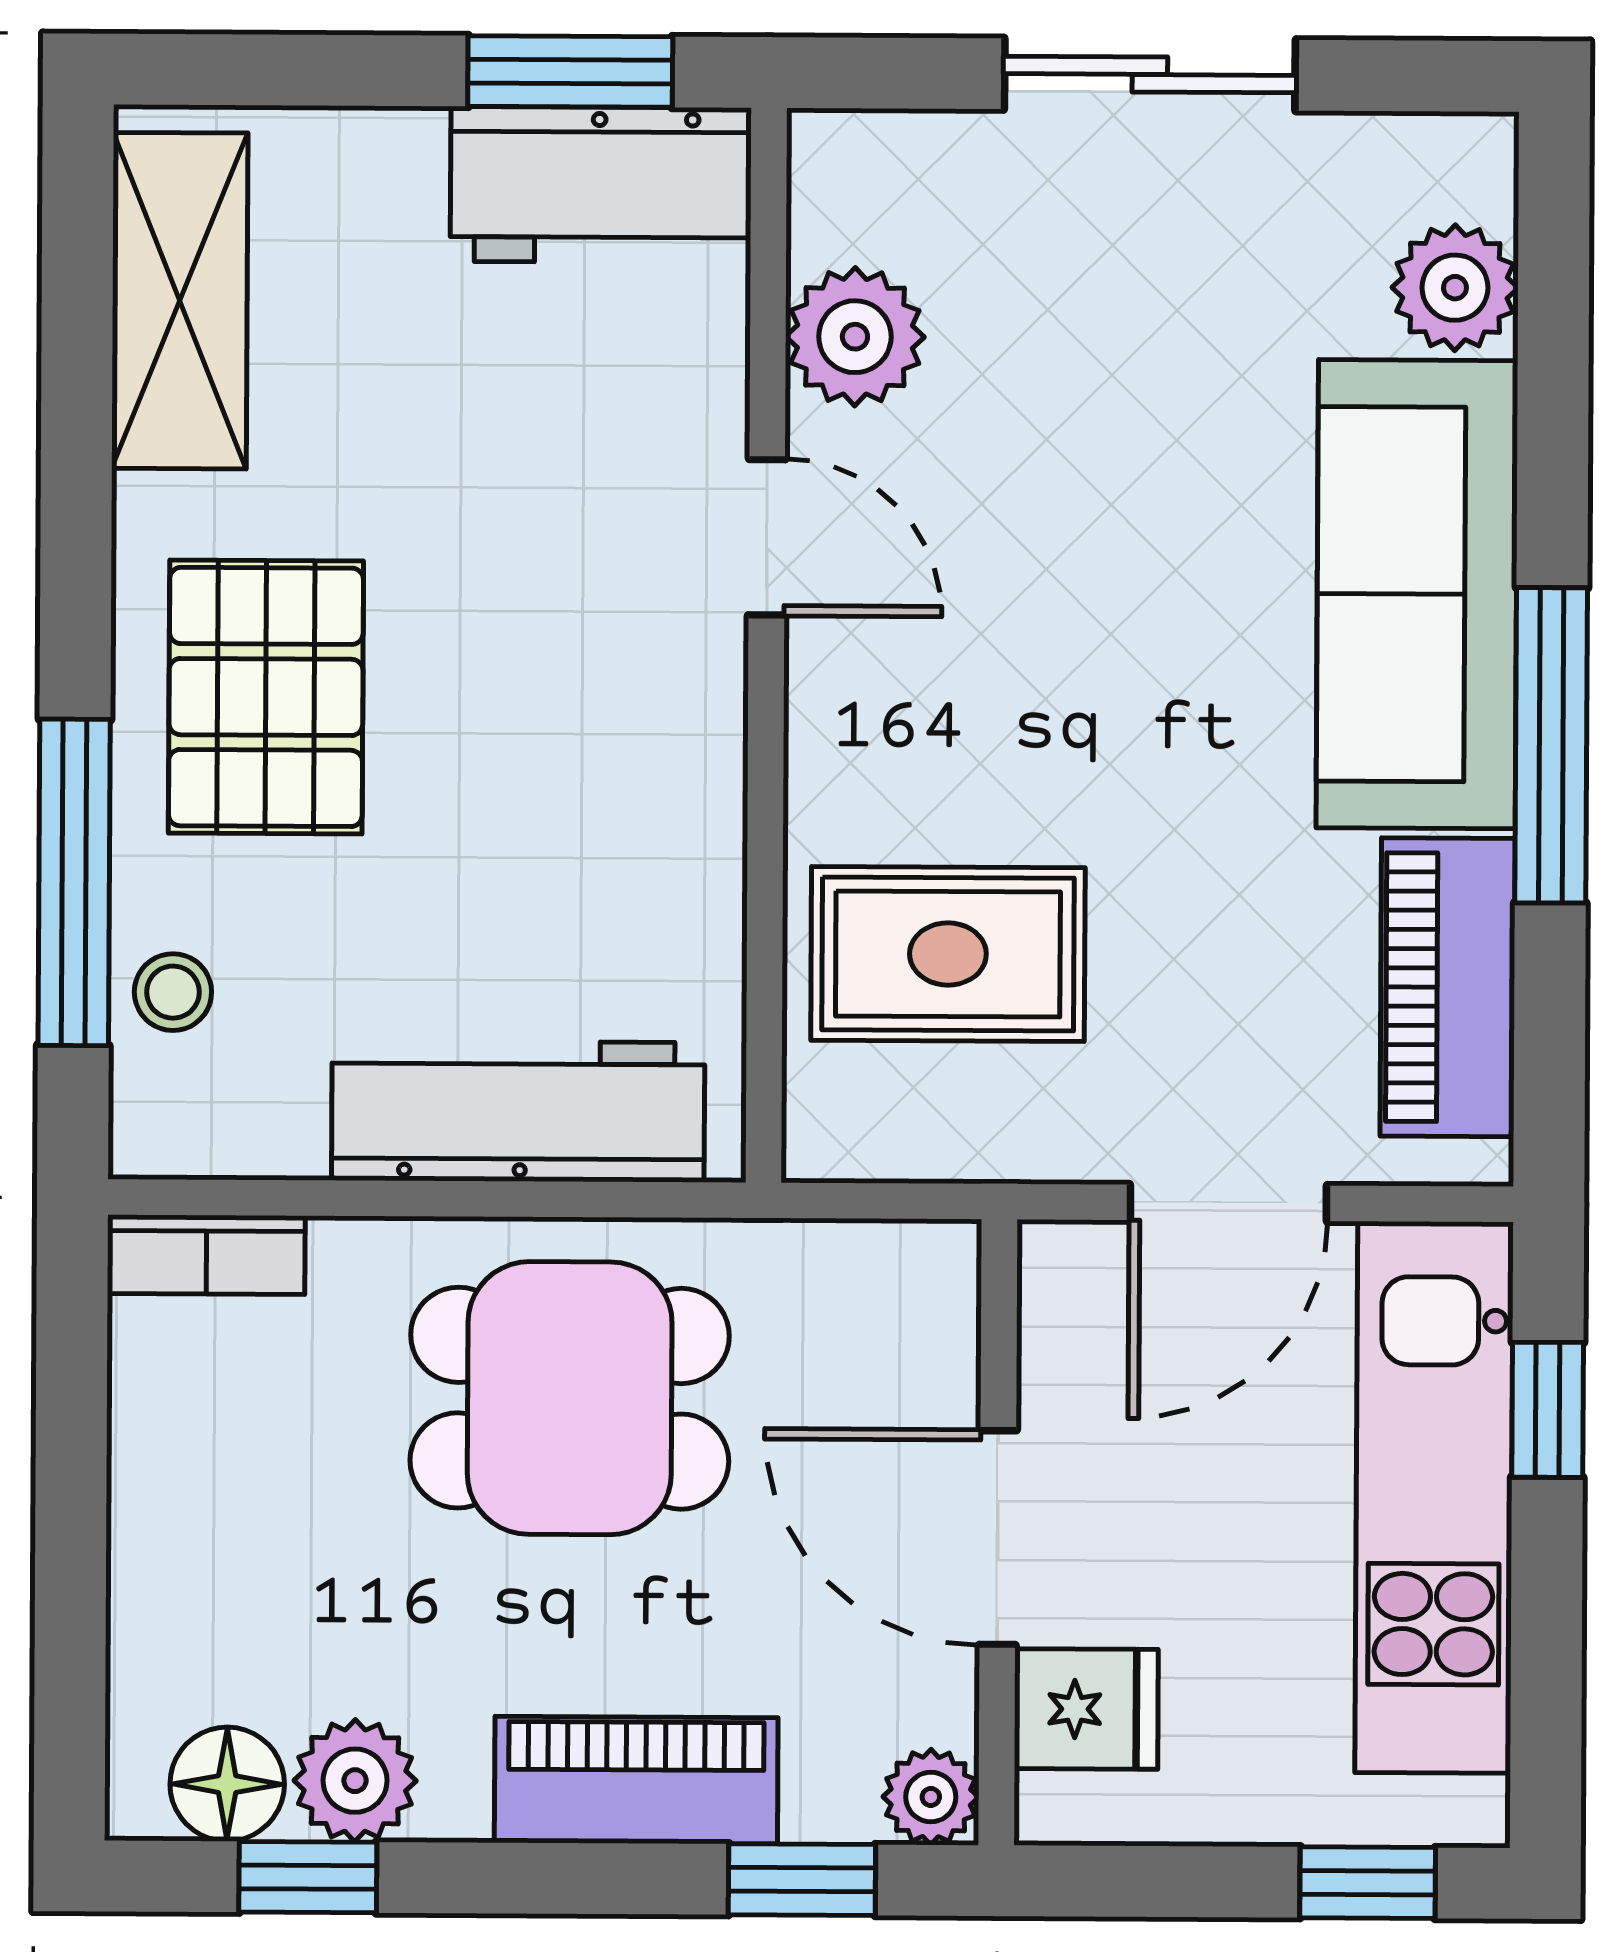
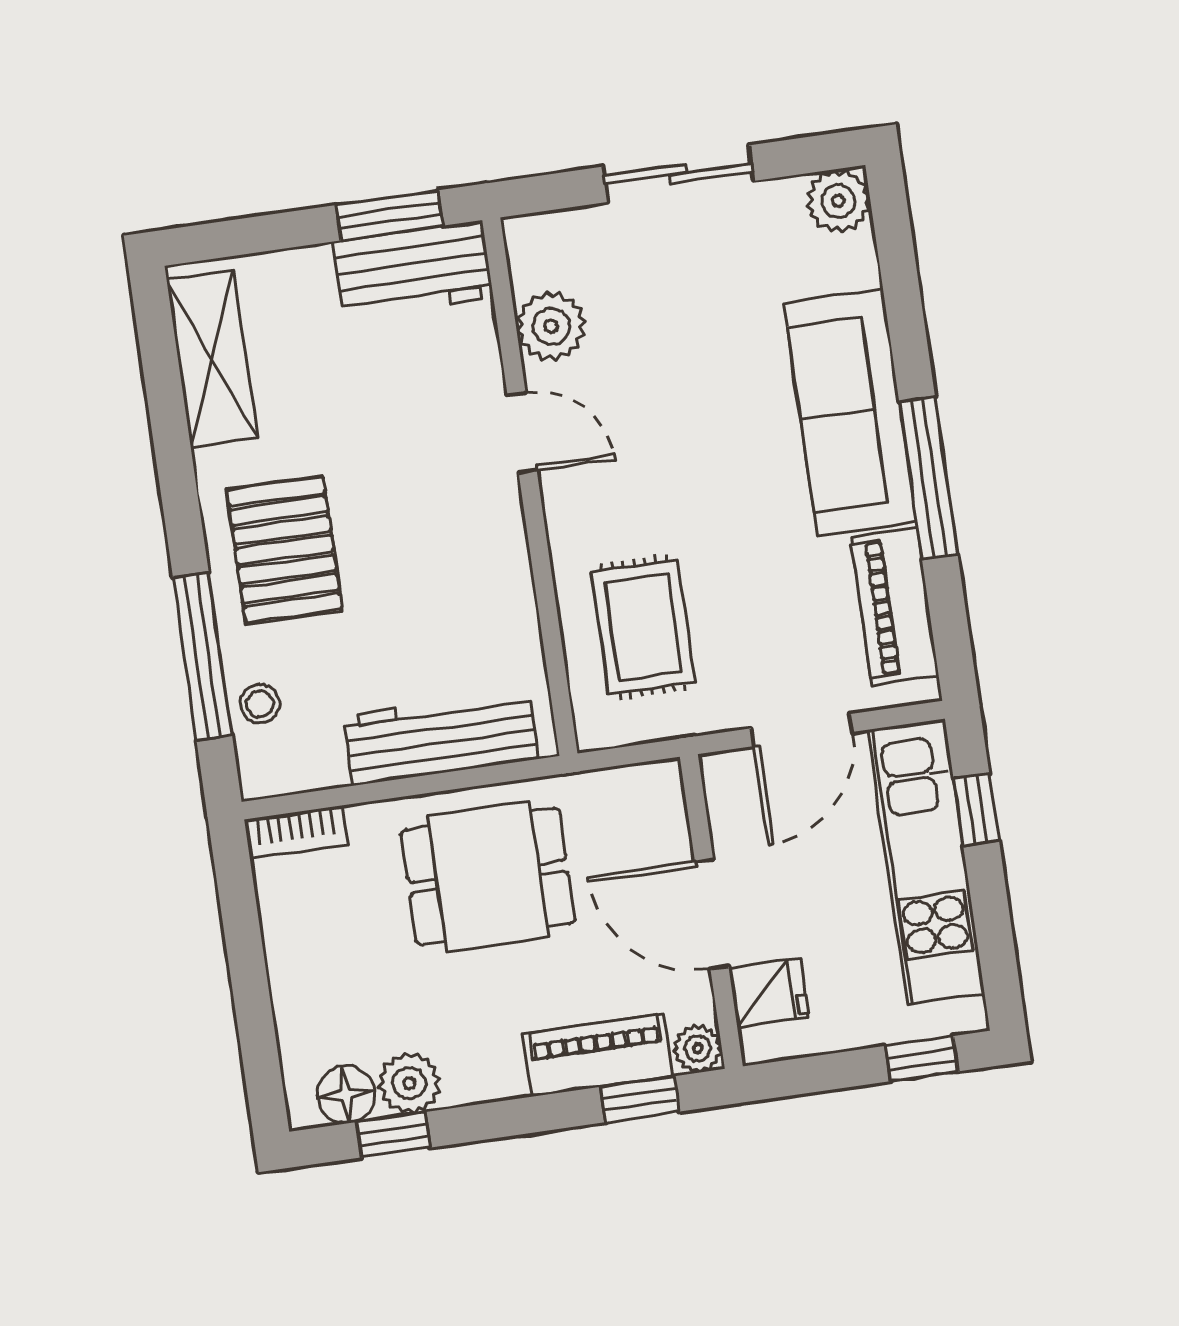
plant: (1455, 288) -> (838, 201), moved
rug: (948, 954) -> (643, 627), turned 90
piano: (636, 1780) -> (597, 1055), moved

